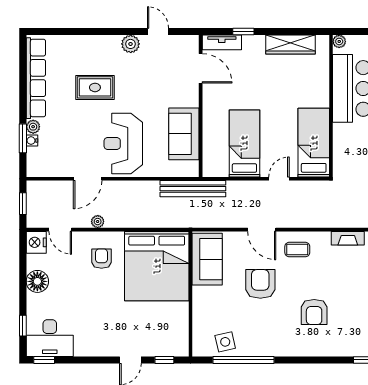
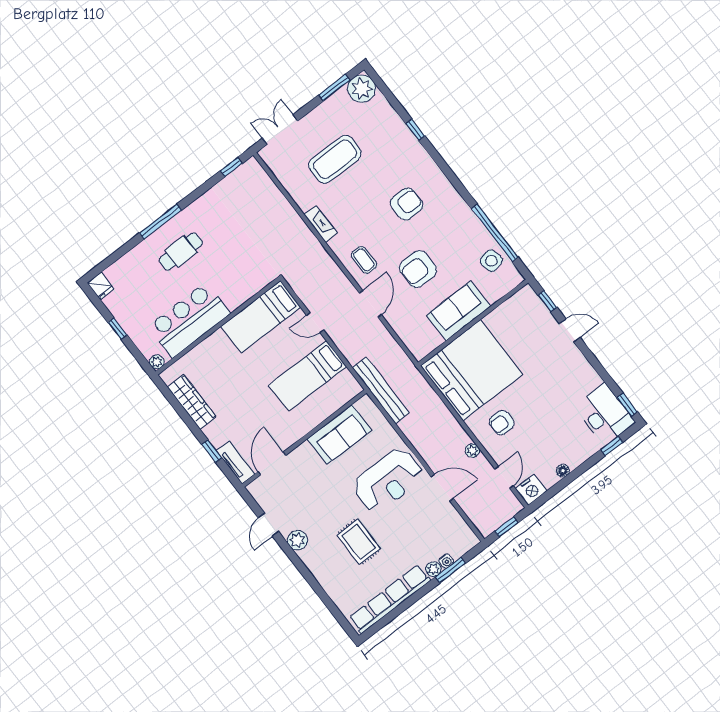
sofa: (207, 259) -> (459, 311), moved
floor lamp: (37, 281) -> (563, 471), width x0.53, depth x0.53

